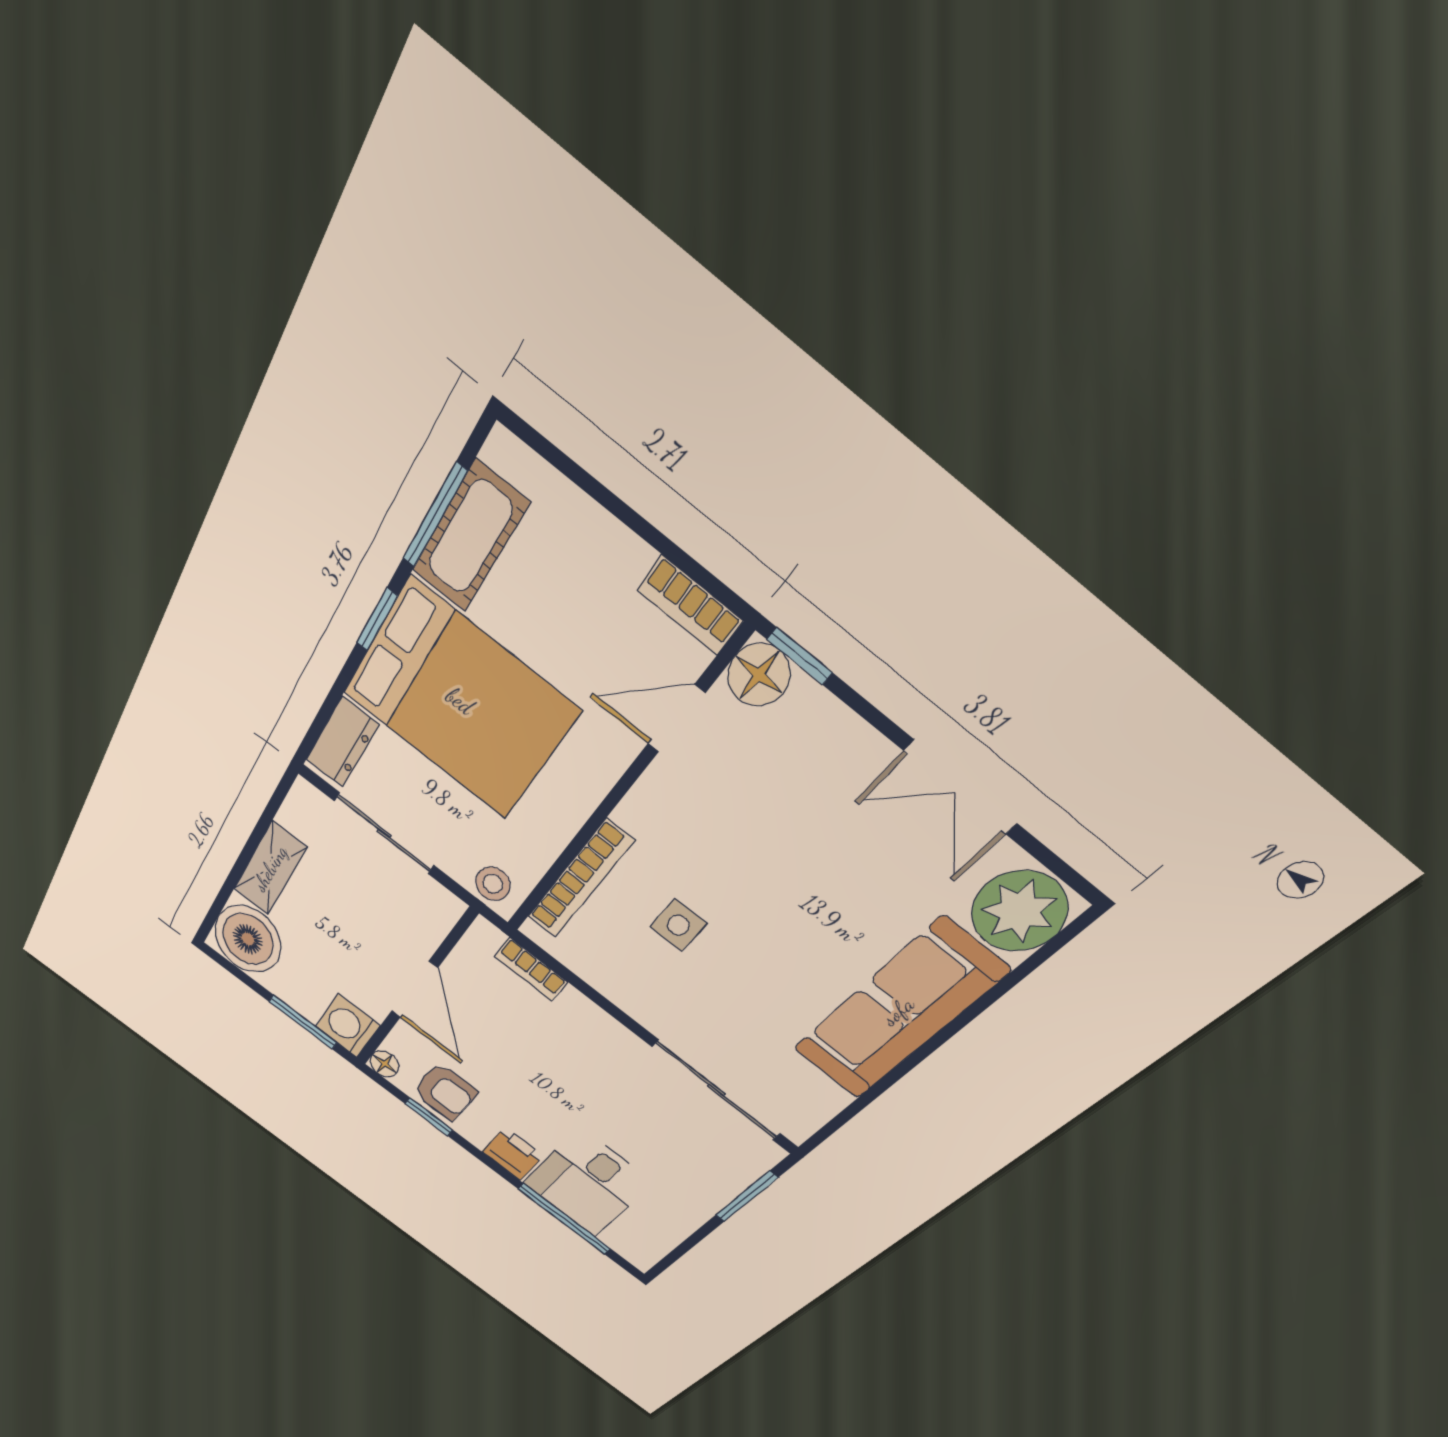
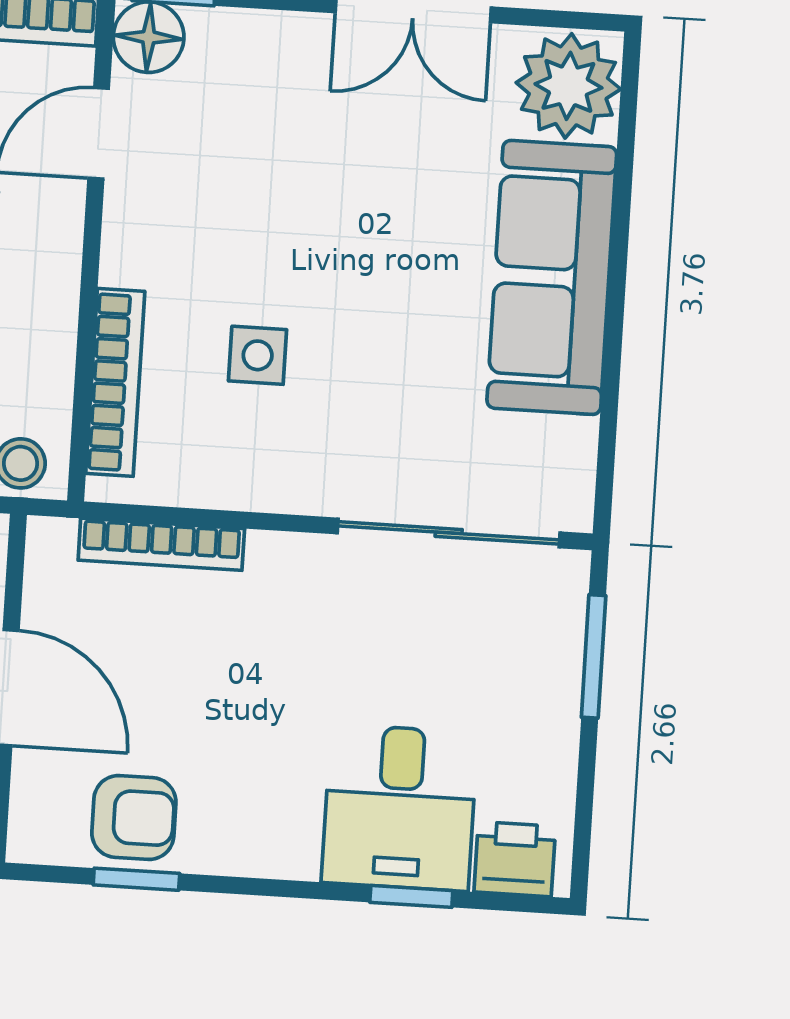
bookcase: (531, 969) -> (161, 544), width x1.56
floor lamp: (385, 1064) -> (31, 840), removed
printer: (513, 1154) -> (515, 859), moved
window: (564, 1219) -> (411, 896), width x0.46

